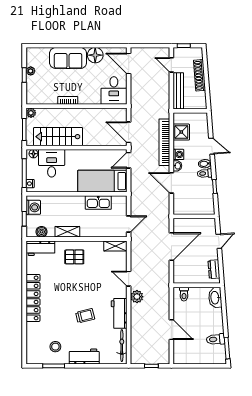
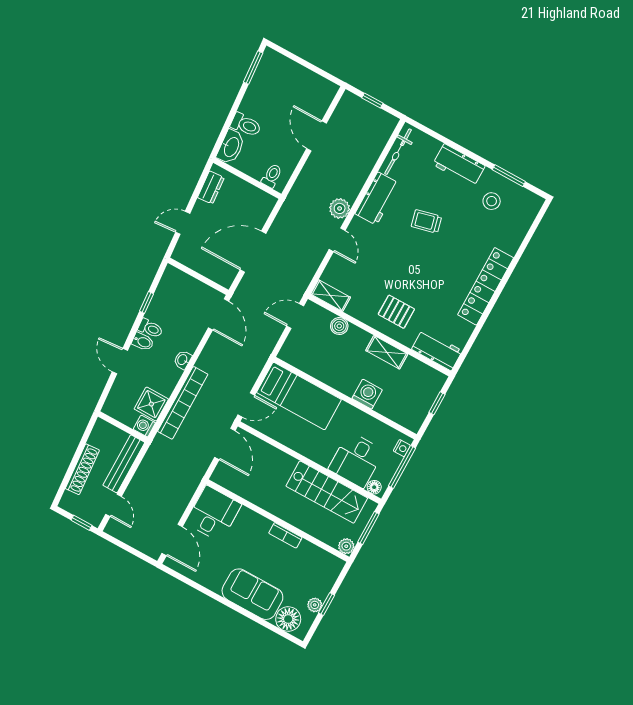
floor lamp: (95, 55) -> (288, 619), moved
washing machine: (178, 154) -> (144, 426), moved
door: (171, 183) -> (218, 314), moved
kitchen sink: (98, 202) -> (321, 369), removed
washing machine: (33, 207) -> (367, 394), moved, turned 90
boiler: (42, 232) -> (339, 326), moved
toilet: (216, 339) -> (246, 125), moved

